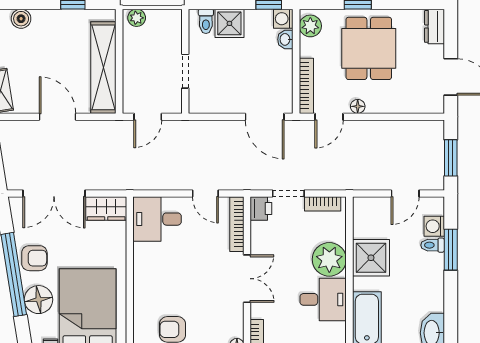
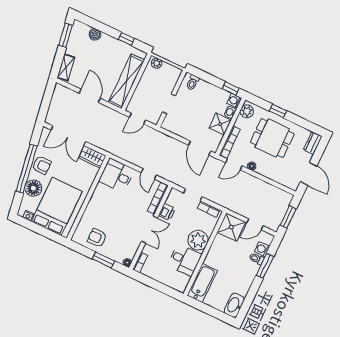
shower: (229, 23) -> (220, 124), moved
dining table: (369, 48) -> (272, 138), turned 90
printer: (261, 208) -> (167, 212), moved
shower: (371, 258) -> (231, 227), moved

